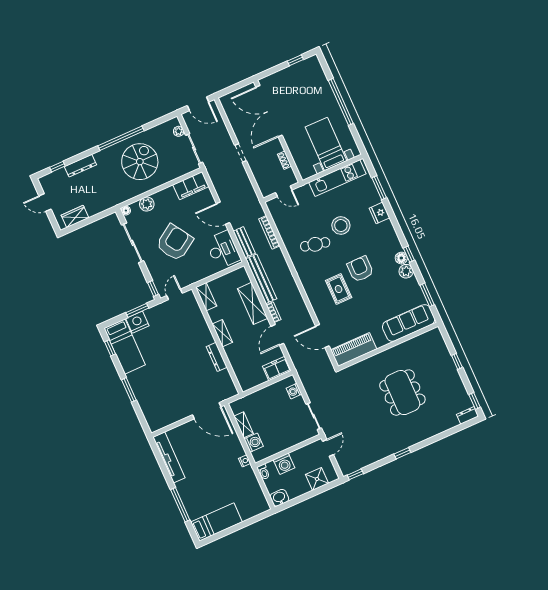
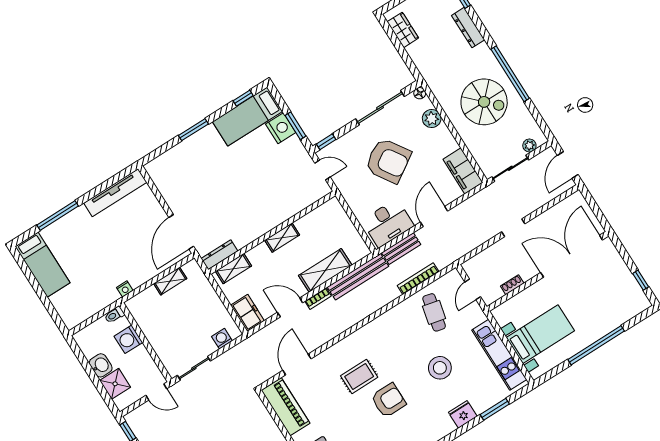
cafe table: (315, 244) -> (434, 312), moved
shelving: (206, 297) -> (233, 269), moved
dresser: (217, 357) -> (219, 255), moved
washing machine: (254, 443) -> (150, 297), removed
washbasin: (279, 498) -> (101, 365), moved

